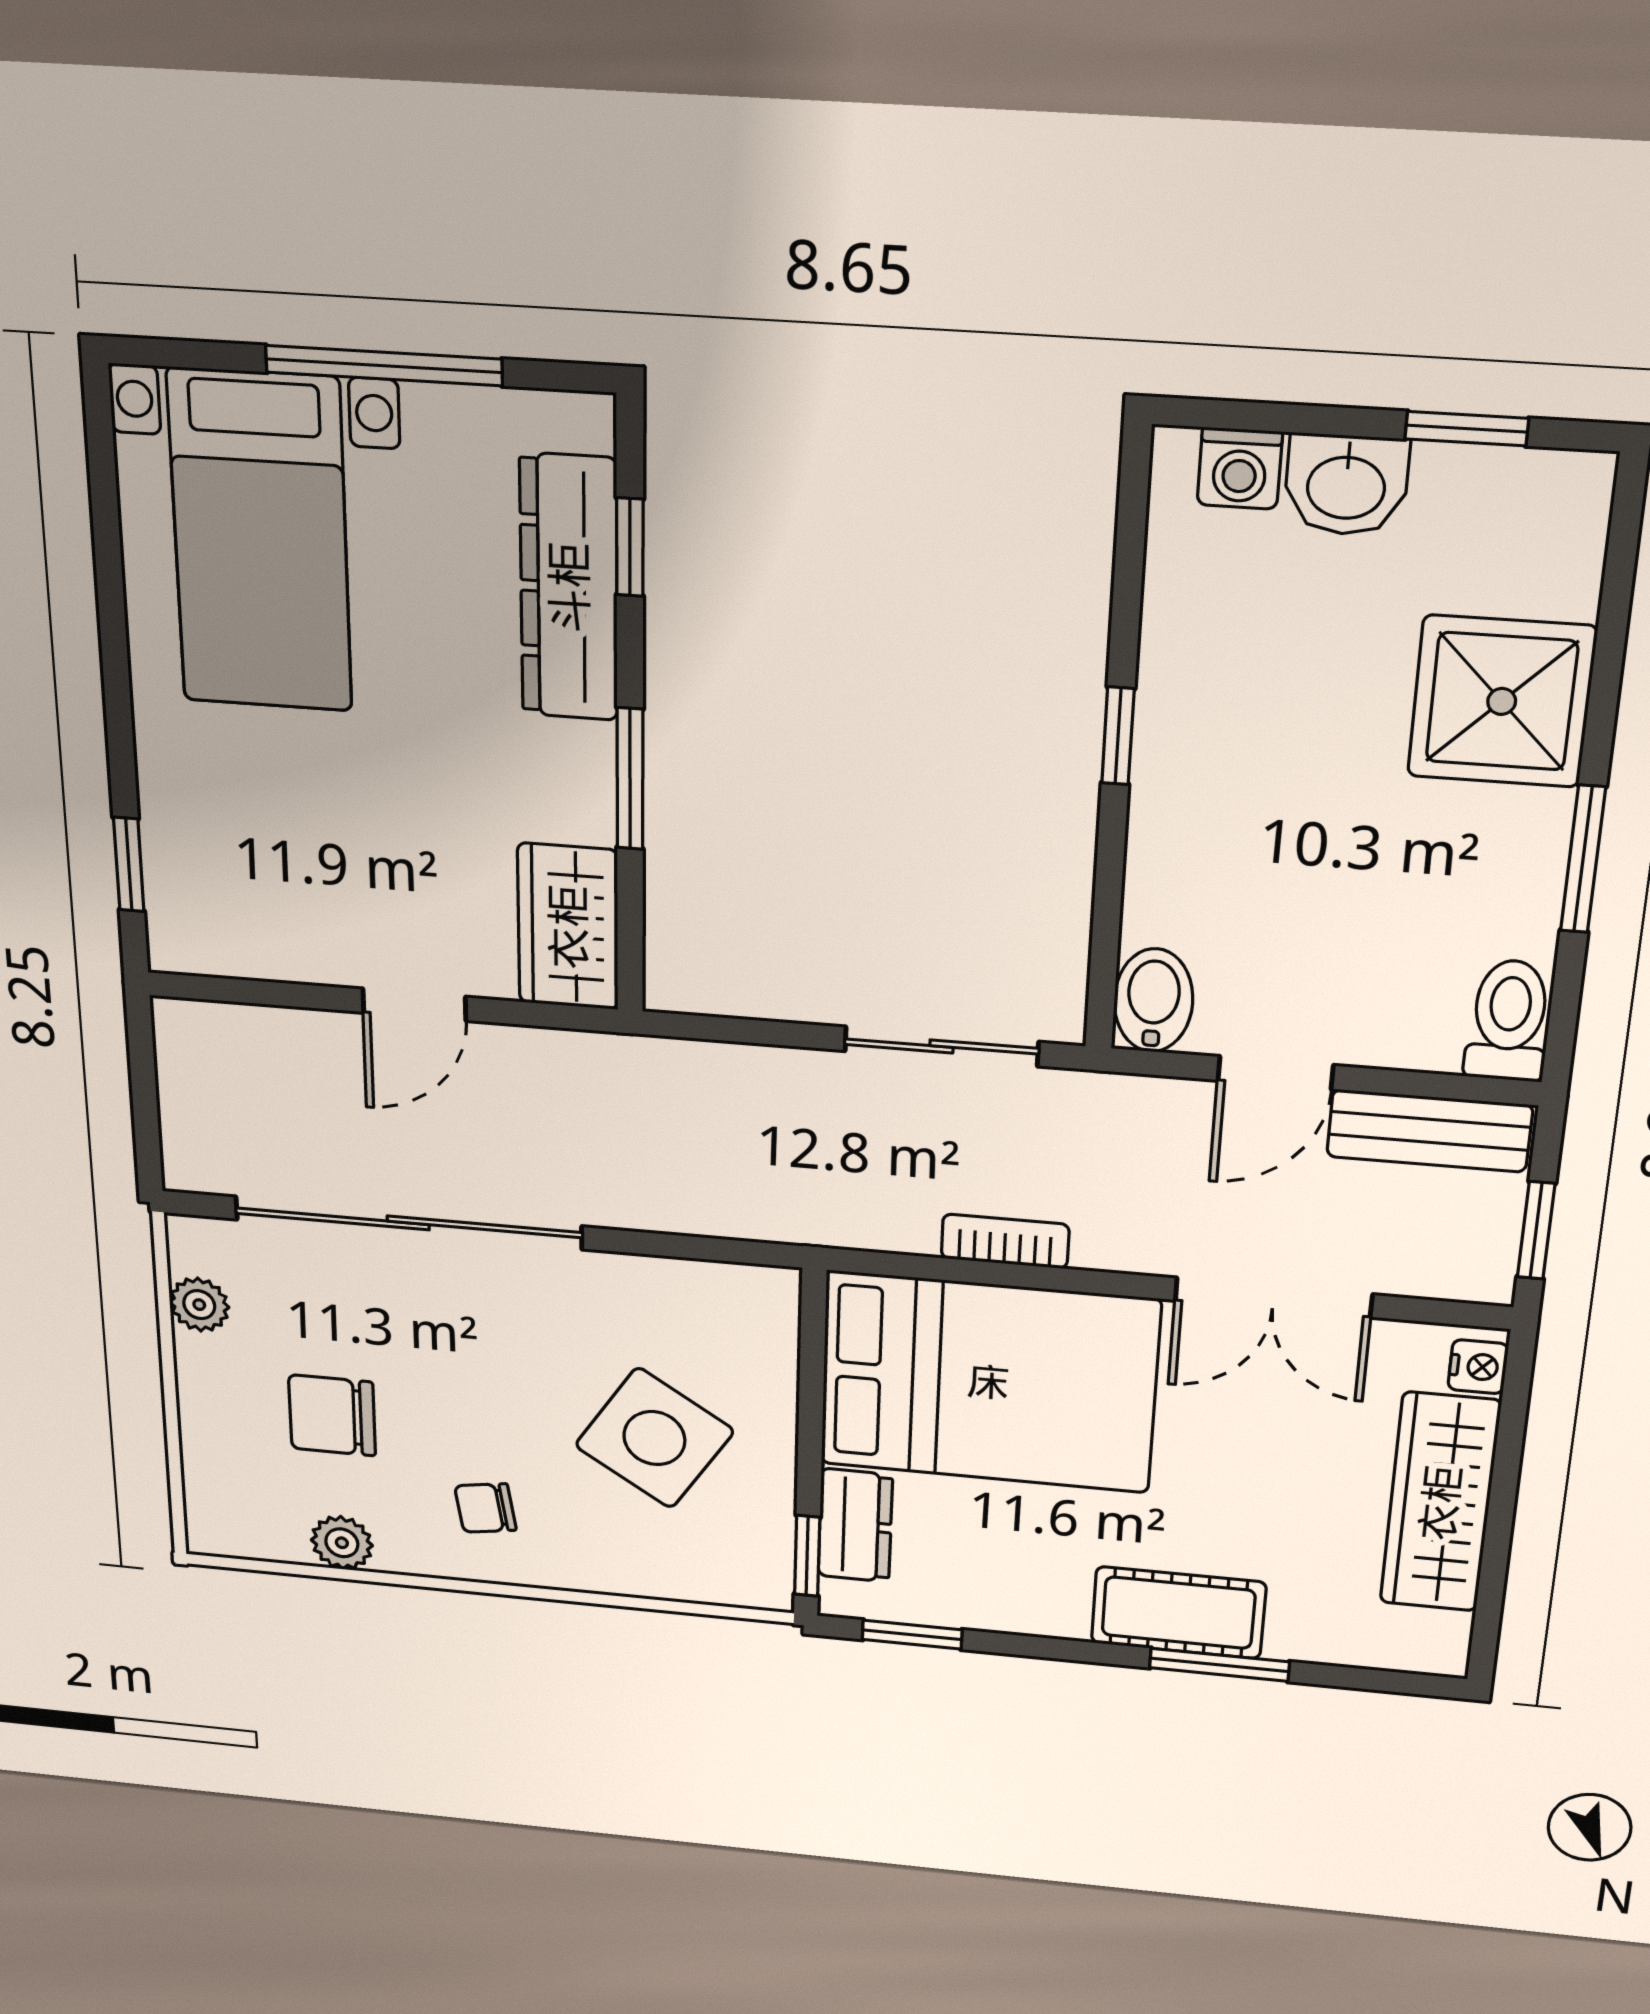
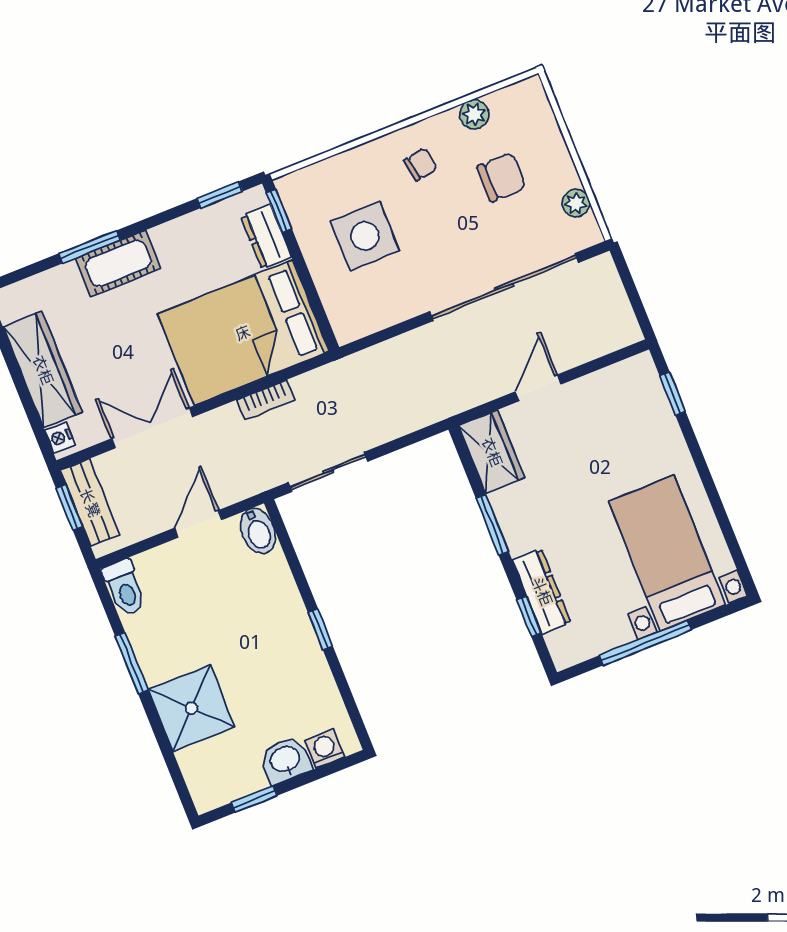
dresser: (569, 588) -> (542, 591), width x0.73, depth x0.80
bench: (1429, 1131) -> (90, 503), moved, turned 90
side table: (654, 1438) -> (365, 236), turned -33

